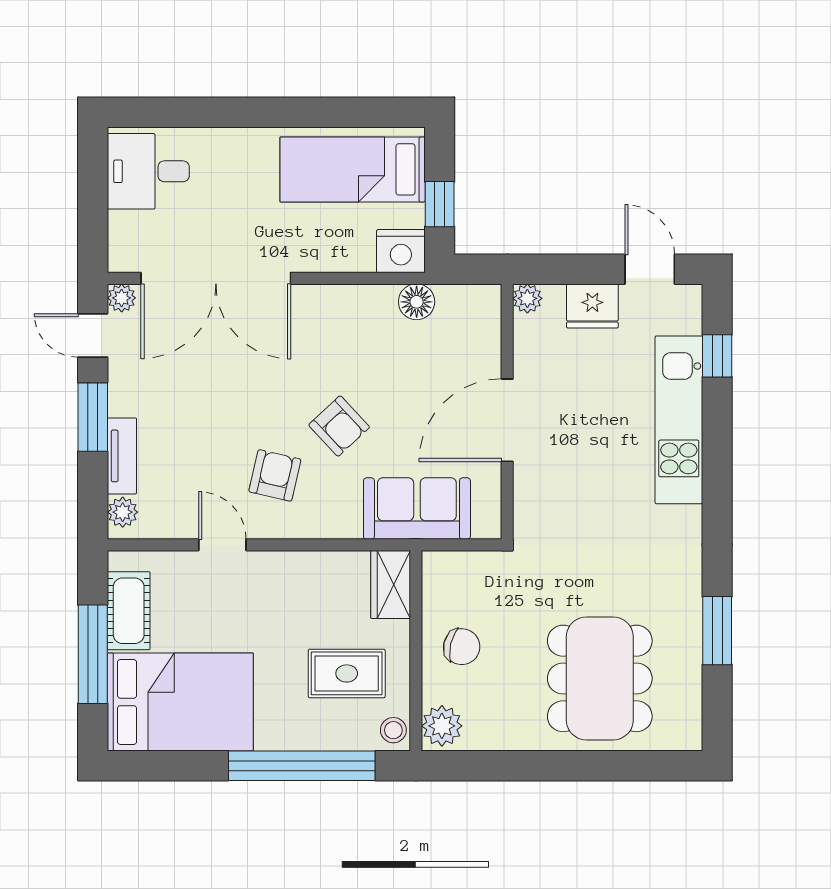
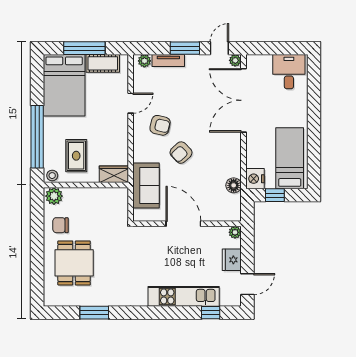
chair: (462, 647) -> (61, 225), moved, turned 77
dining table: (600, 678) -> (74, 263), width x0.73

